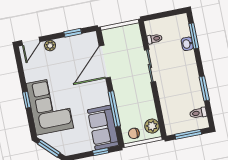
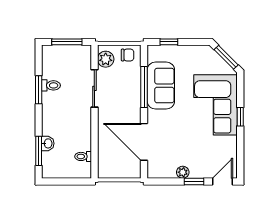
window: (73, 33) -> (194, 181), moved
plant: (50, 46) -> (183, 172), moved
door: (105, 62) -> (144, 142), swing flipped
sliding door: (150, 66) -> (94, 88), moved
toilet: (198, 113) -> (51, 85), moved
sofa: (103, 127) -> (161, 86), moved

